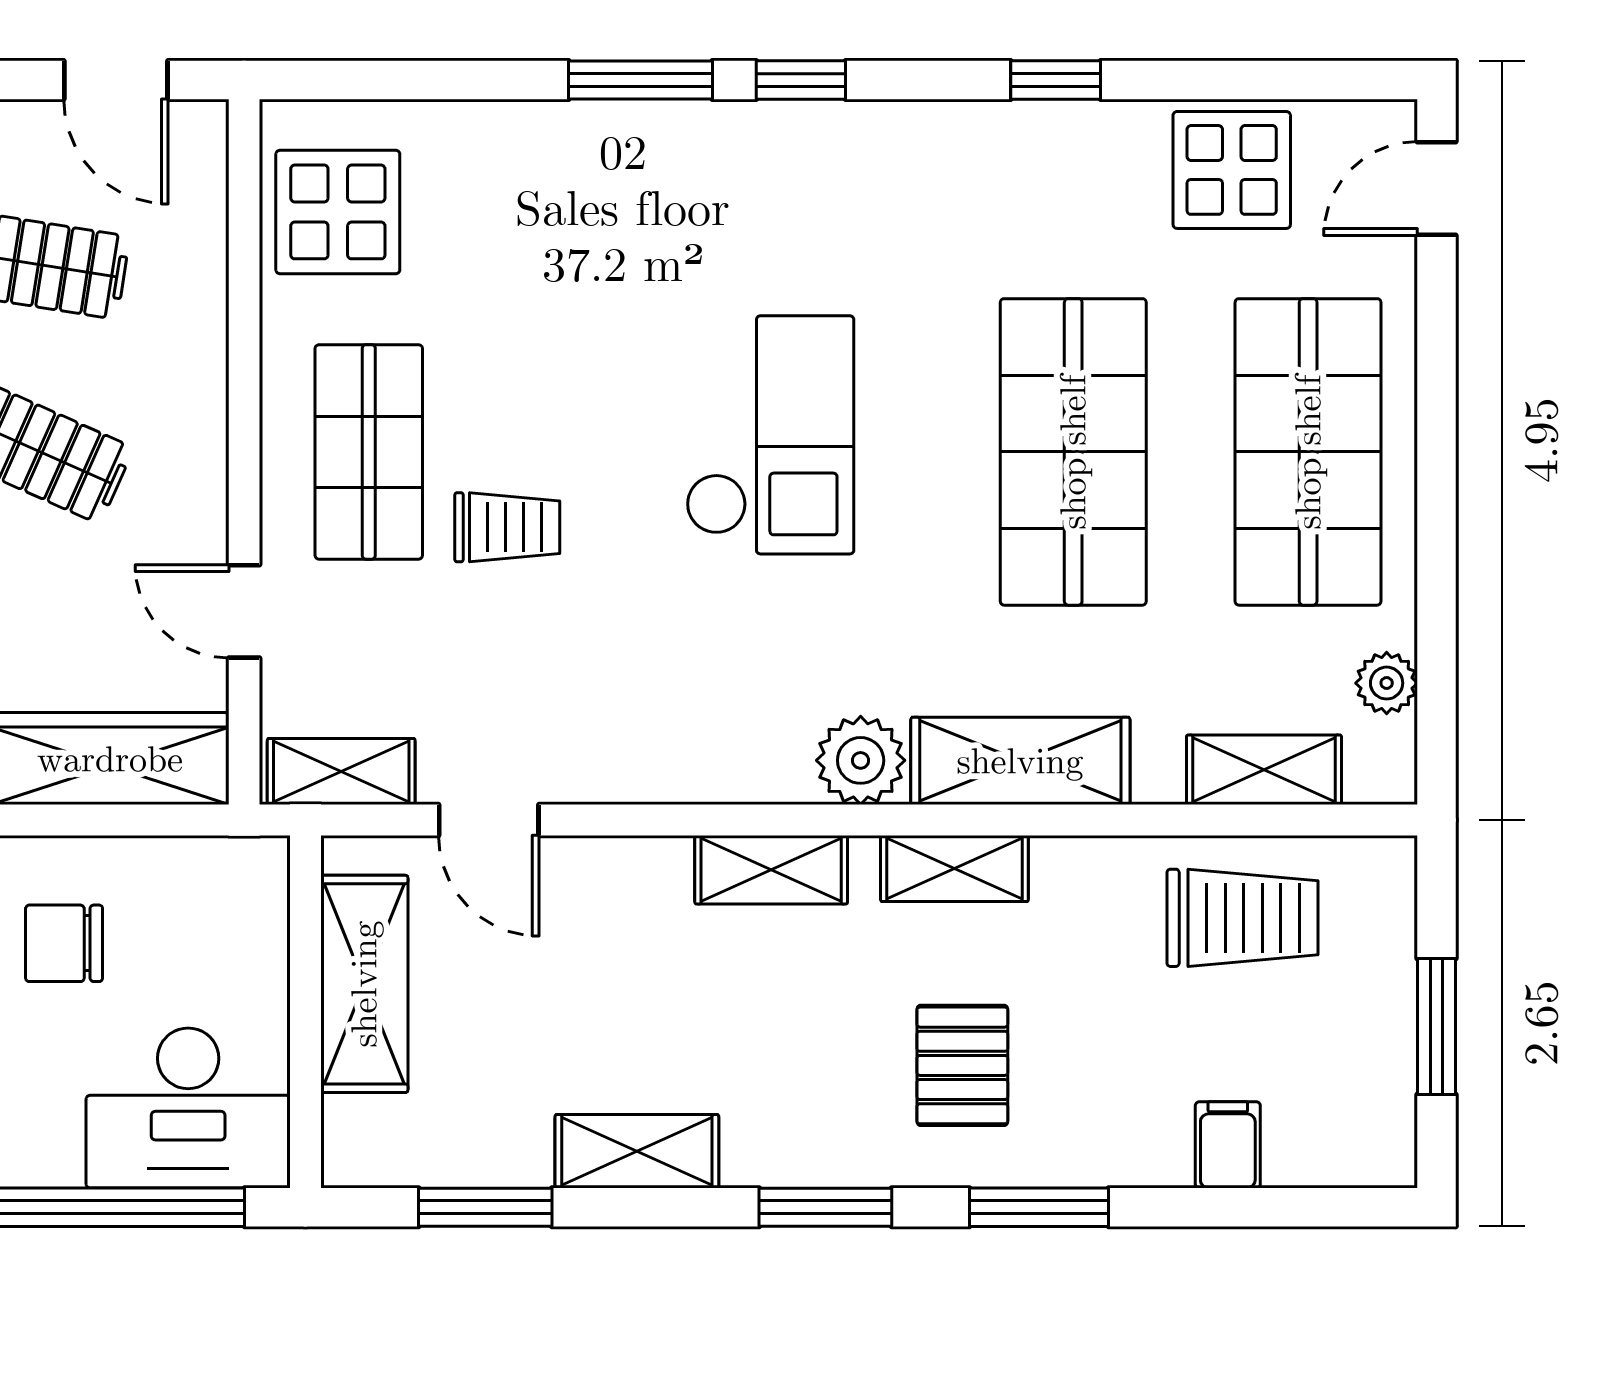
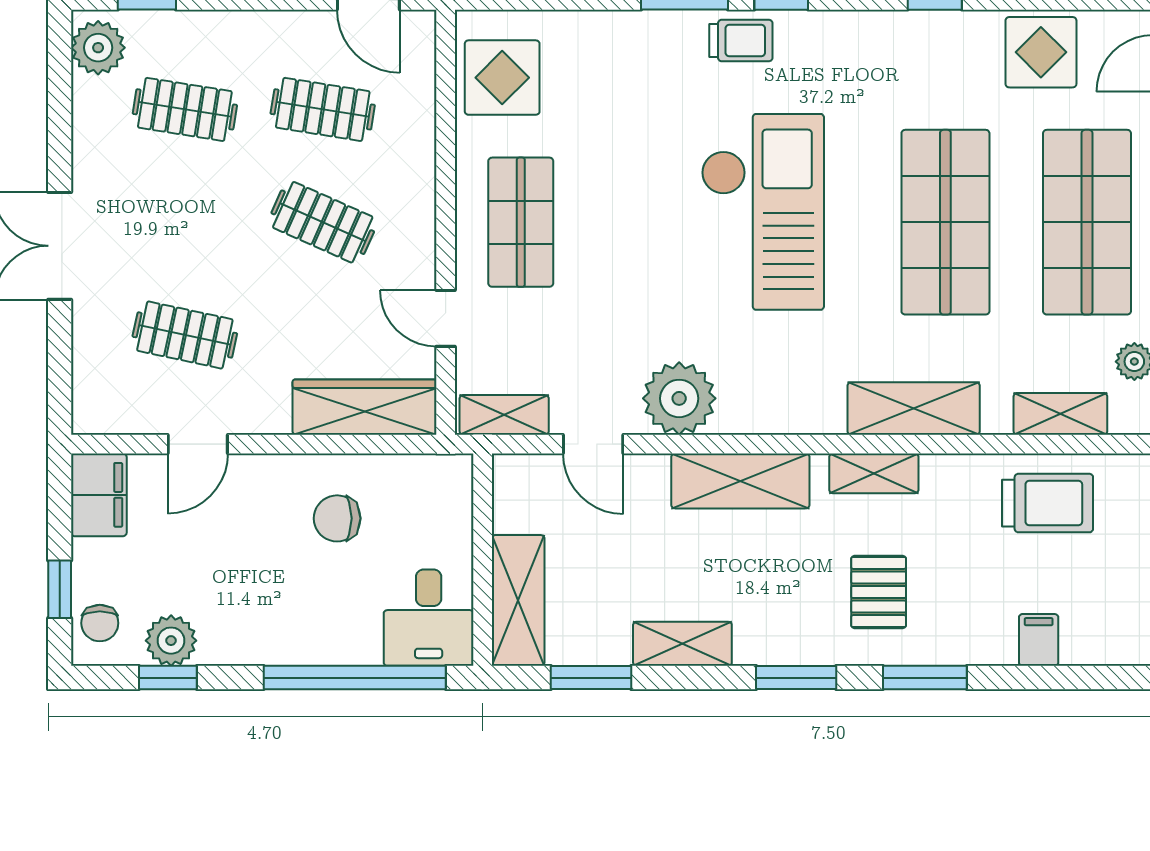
checkout: (770, 435) -> (763, 212), width x1.36, depth x1.21
trolley: (507, 527) -> (741, 41), moved
plant: (861, 760) -> (679, 398), moved, width x1.36, depth x1.36
shelving: (771, 870) -> (740, 481), width x1.50, depth x1.33
shelving: (364, 984) -> (518, 600), moved
desk: (188, 1108) -> (429, 618), width x0.73

